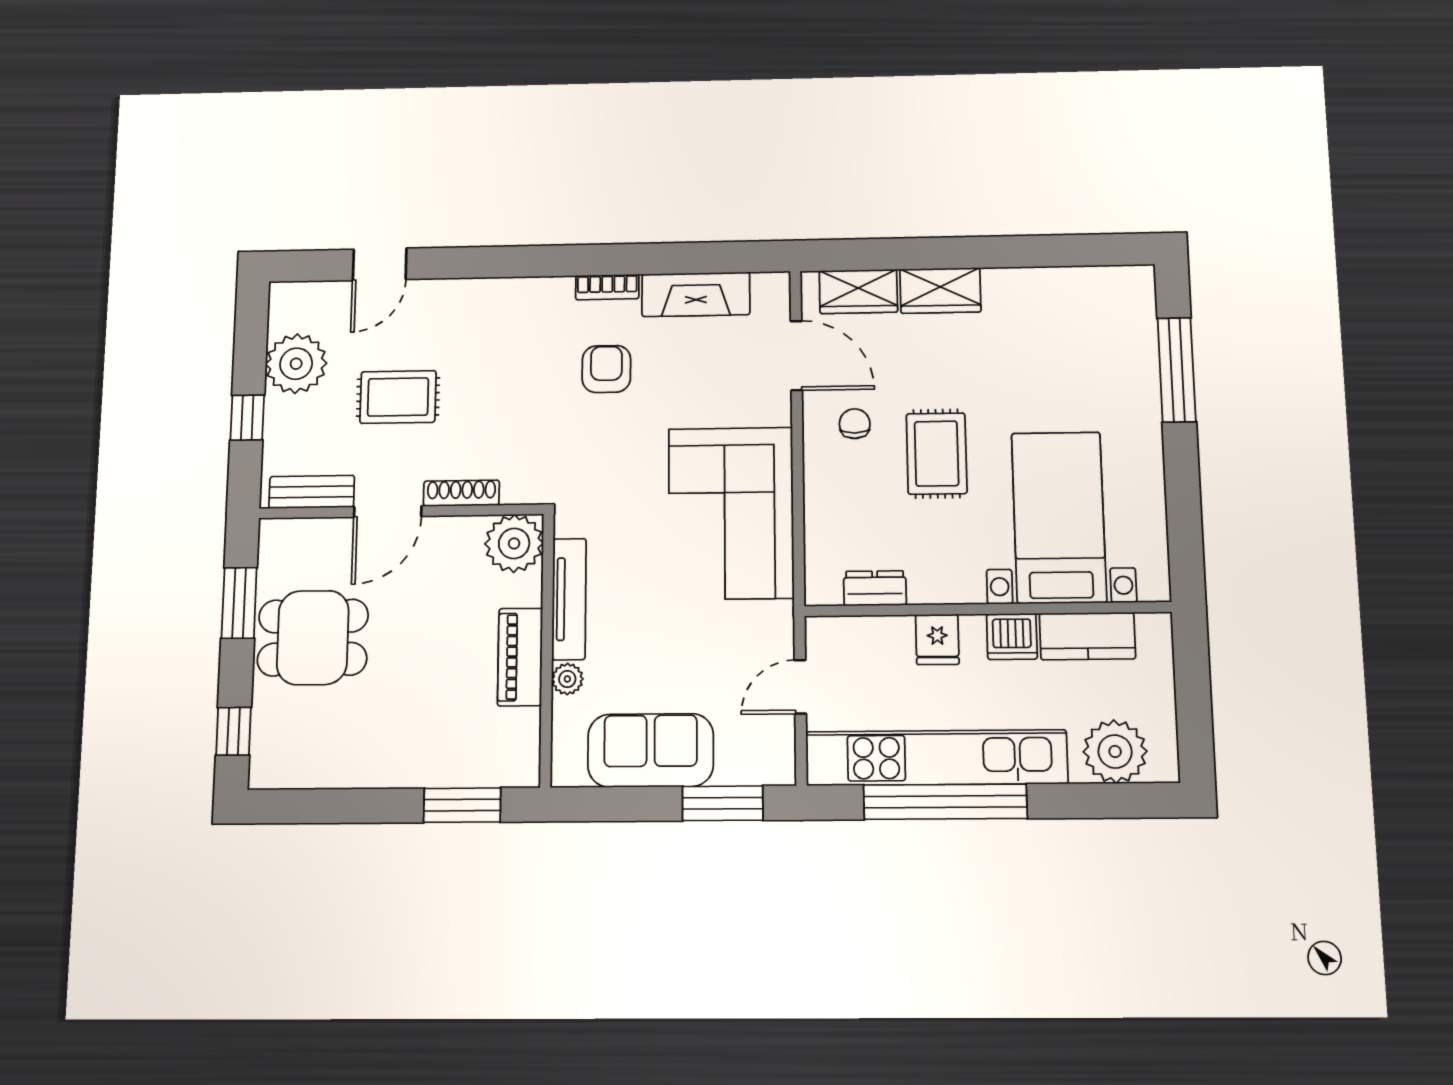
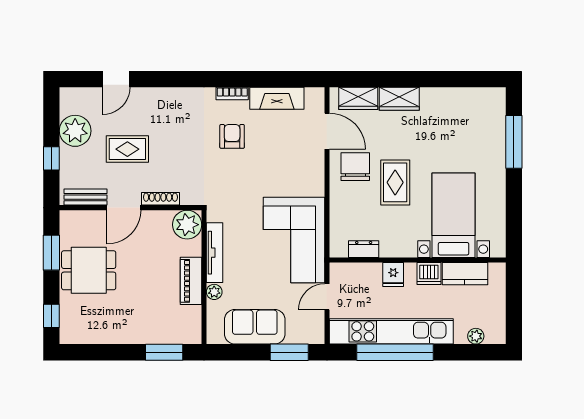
chair: (855, 424) -> (355, 167), width x1.87, depth x1.87
corner sofa: (731, 513) -> (294, 240), moved
plant: (1115, 752) -> (476, 336), width x0.53, depth x0.53

